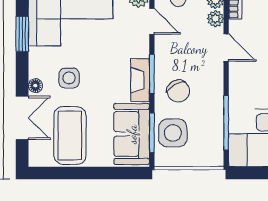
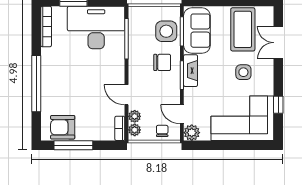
window: (22, 34) -> (278, 105), width x0.67
floor lamp: (35, 86) -> (269, 67), removed
chair: (178, 91) -> (162, 62), turned 121

